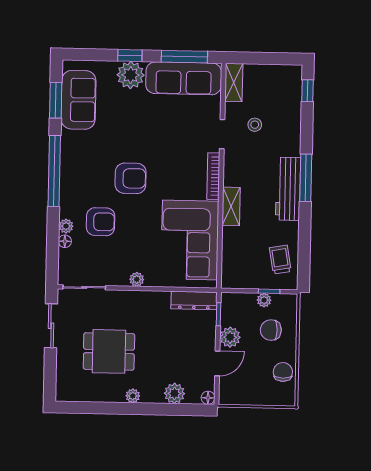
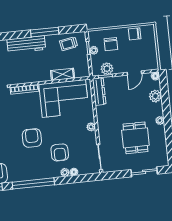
window: (306, 178) -> (45, 32), moved
shelving: (231, 206) -> (63, 74), moved
armchair: (101, 222) -> (60, 152), turned 180
sliding door: (51, 326) -> (144, 172), moved
plant: (230, 337) -> (107, 69), moved
door: (217, 363) -> (134, 73), swing flipped

